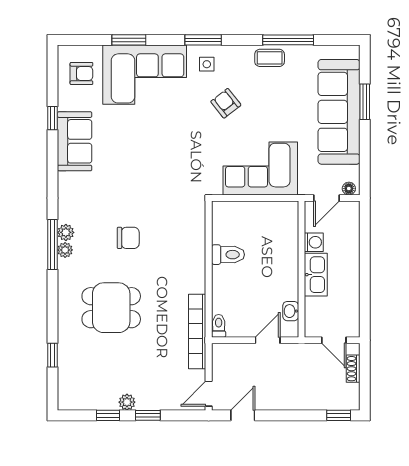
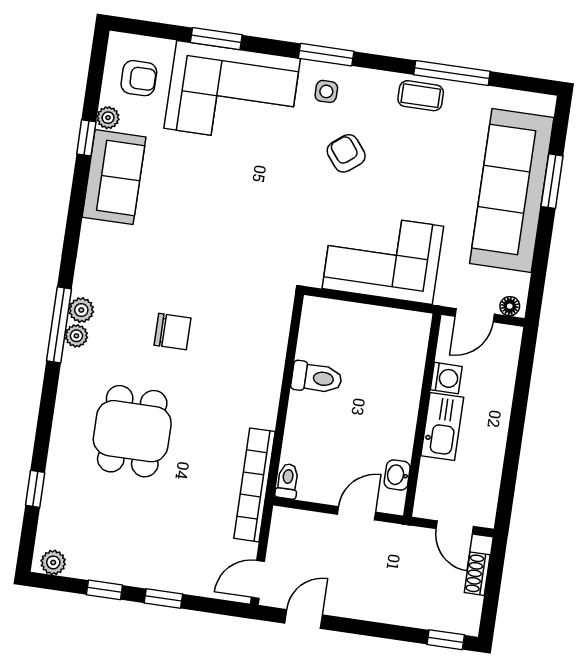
plant: (65, 103) -> (108, 118), added
dining table: (111, 308) -> (132, 431), turned 90
plant: (127, 402) -> (53, 562), moved

